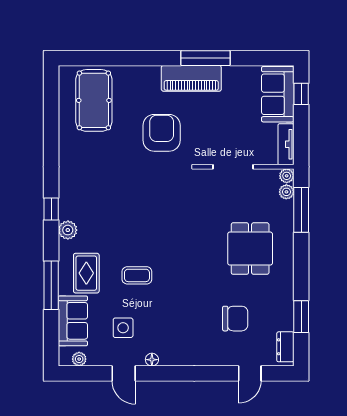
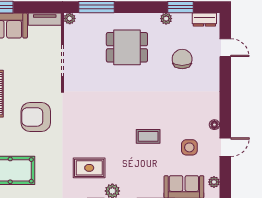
plant: (286, 192) -> (166, 19), moved
rug: (86, 273) -> (89, 168), moved
coffee table: (137, 275) -> (148, 136), turned 90

